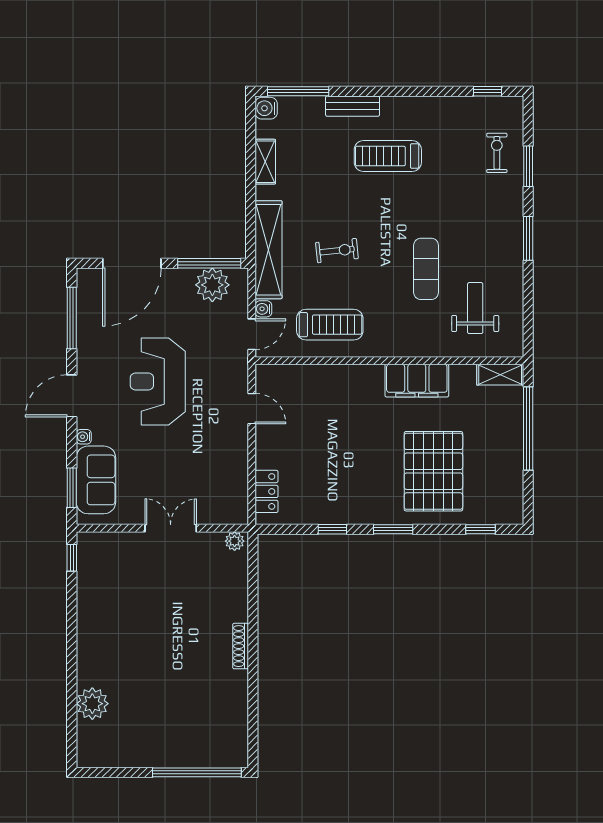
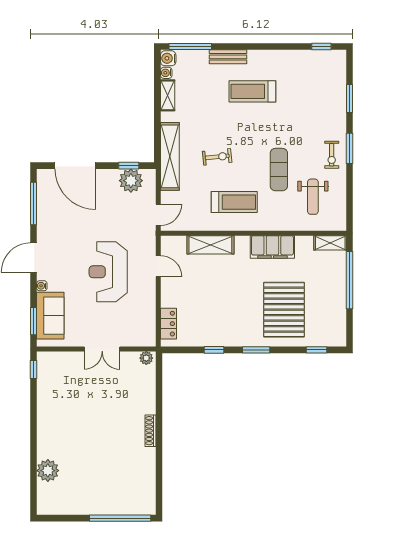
exercise bike: (497, 153) -> (332, 155), moved, turned 180
door: (132, 263) -> (75, 166), hinge flipped
window: (209, 263) -> (129, 166), width x0.46
weight bench: (475, 308) -> (313, 197), turned 180
water cooler: (263, 309) -> (166, 73), moved
treadmill: (330, 325) -> (234, 202), moved
shelving: (327, 378) -> (210, 245), added
reception desk: (158, 382) -> (108, 272), moved
double door: (171, 528) -> (102, 349), swing flipped

